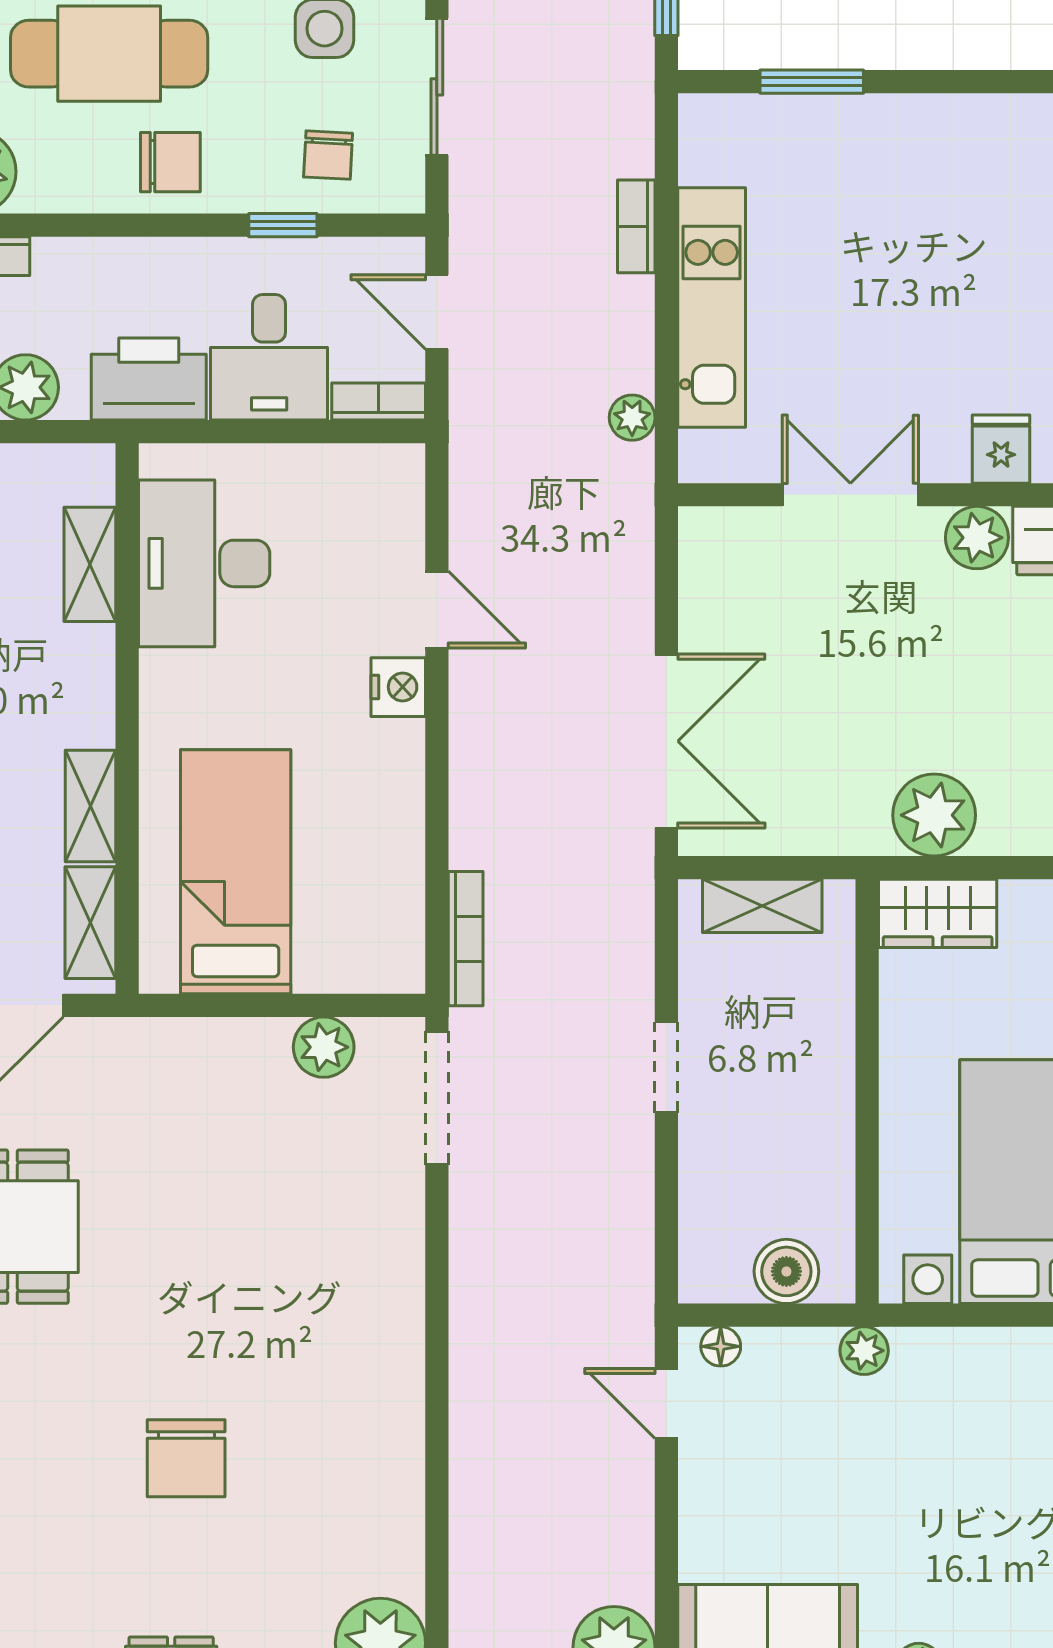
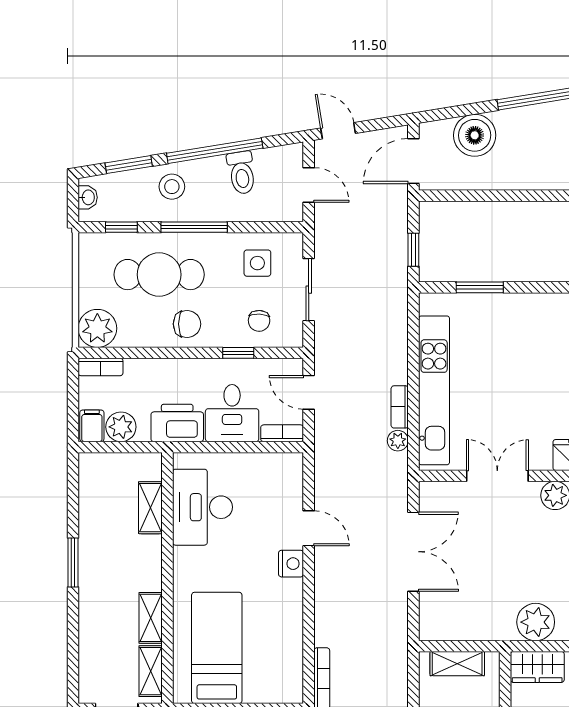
bookcase: (636, 226) -> (400, 407), moved
kitchen unit: (712, 308) -> (434, 390), width x1.36
double door: (666, 741) -> (413, 552), moved

